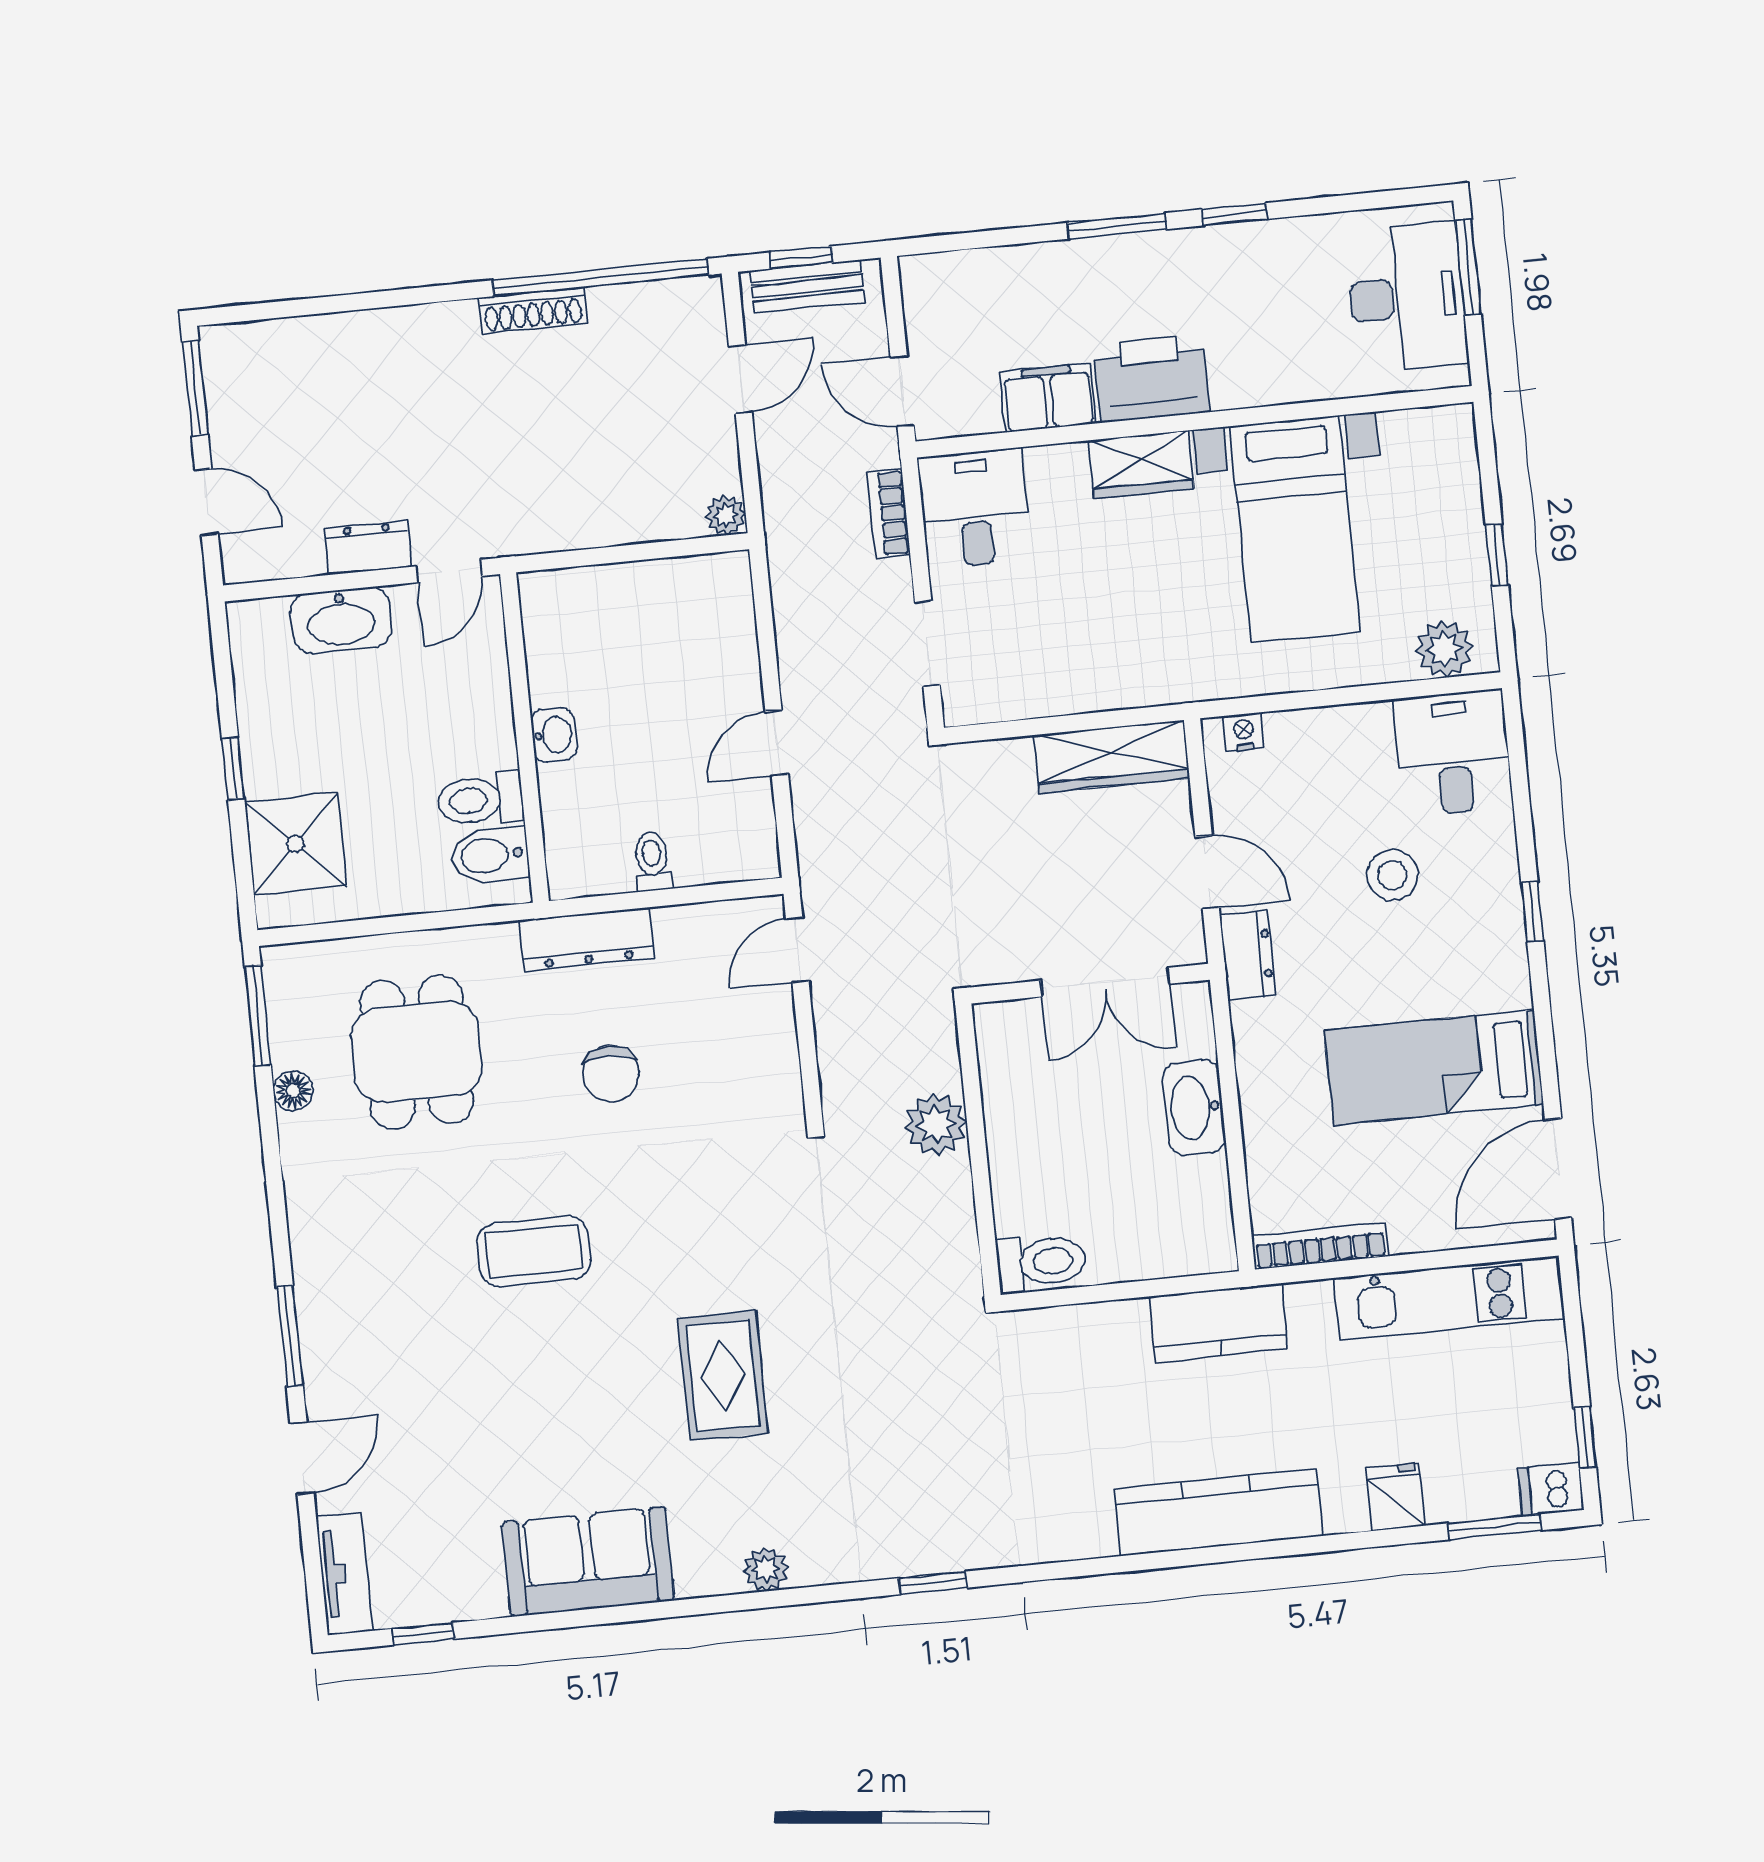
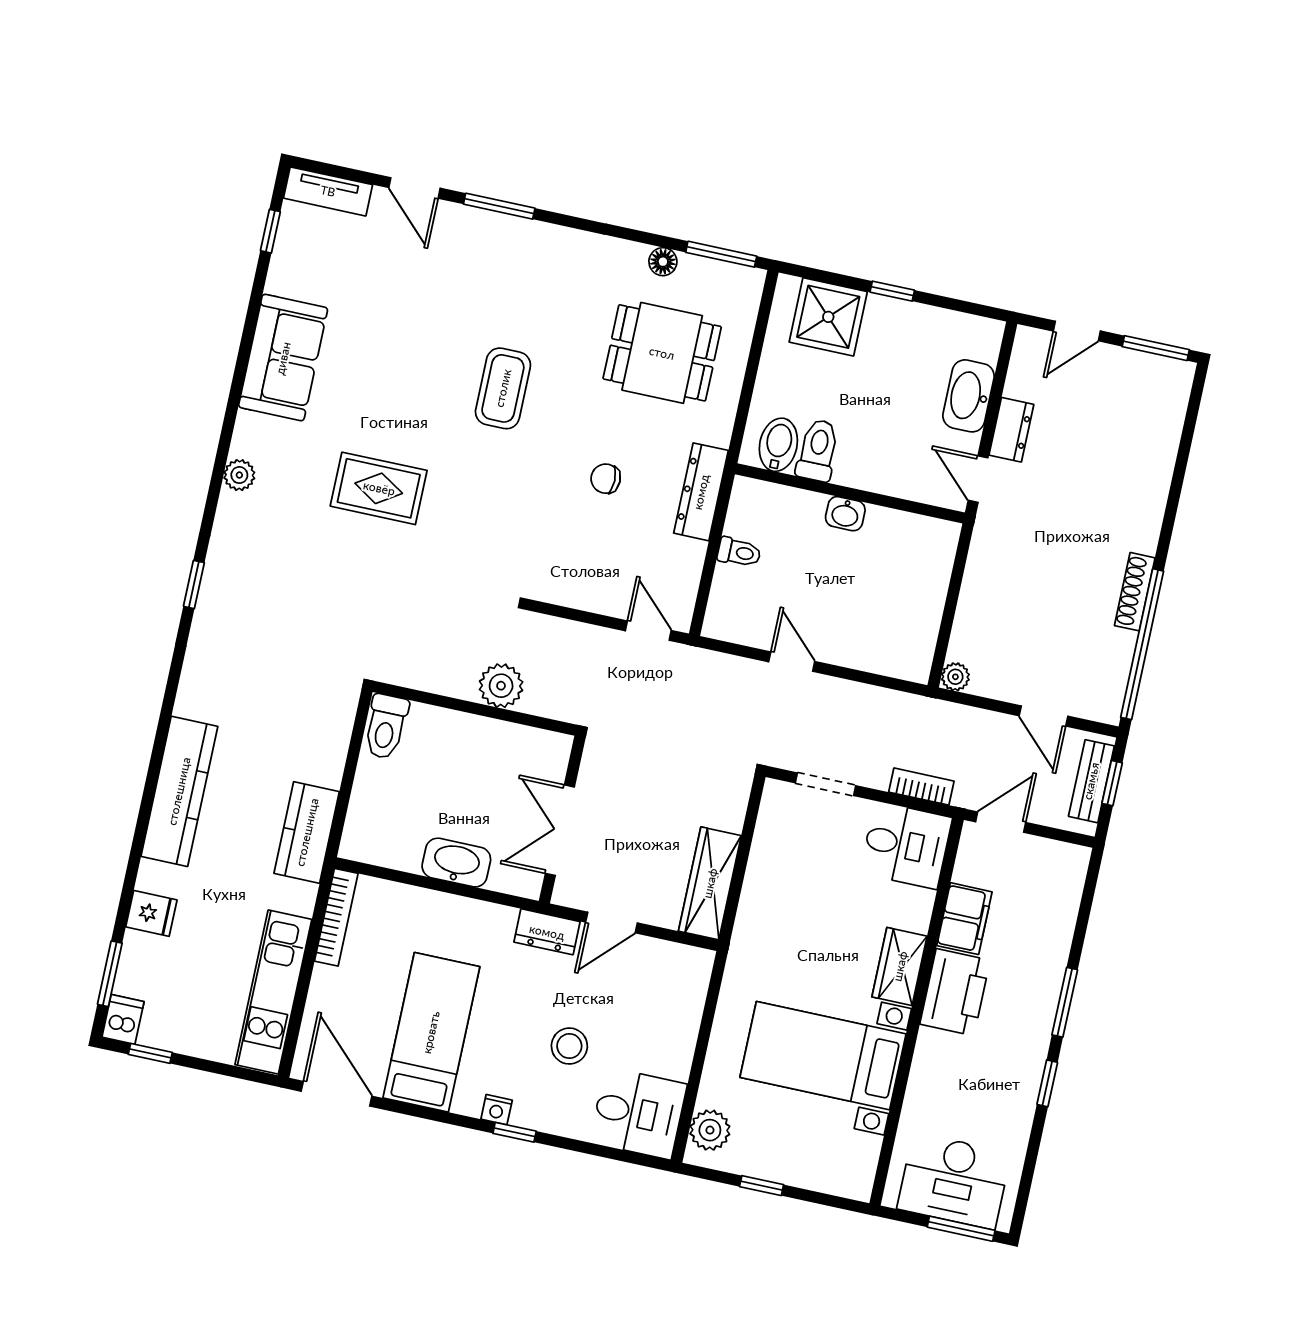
nightstand: (1244, 732) -> (497, 1110), moved, turned 90
chair: (611, 1074) -> (606, 479), width x0.73, depth x0.73

